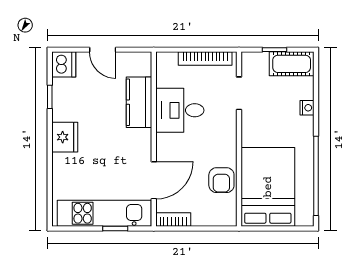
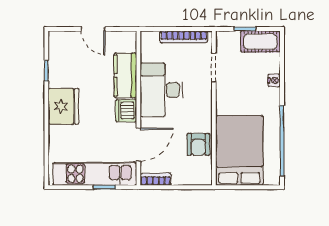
dishwasher: (64, 64) -> (126, 111), moved, turned 180
desk: (180, 110) -> (161, 90), width x1.37
fridge: (65, 137) -> (63, 106), width x1.36, depth x1.34

